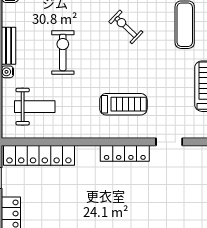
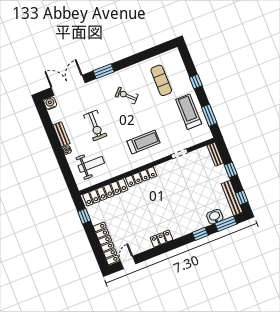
exercise bike: (63, 52) -> (95, 125), turned 180
locker: (125, 153) -> (141, 177), moved

